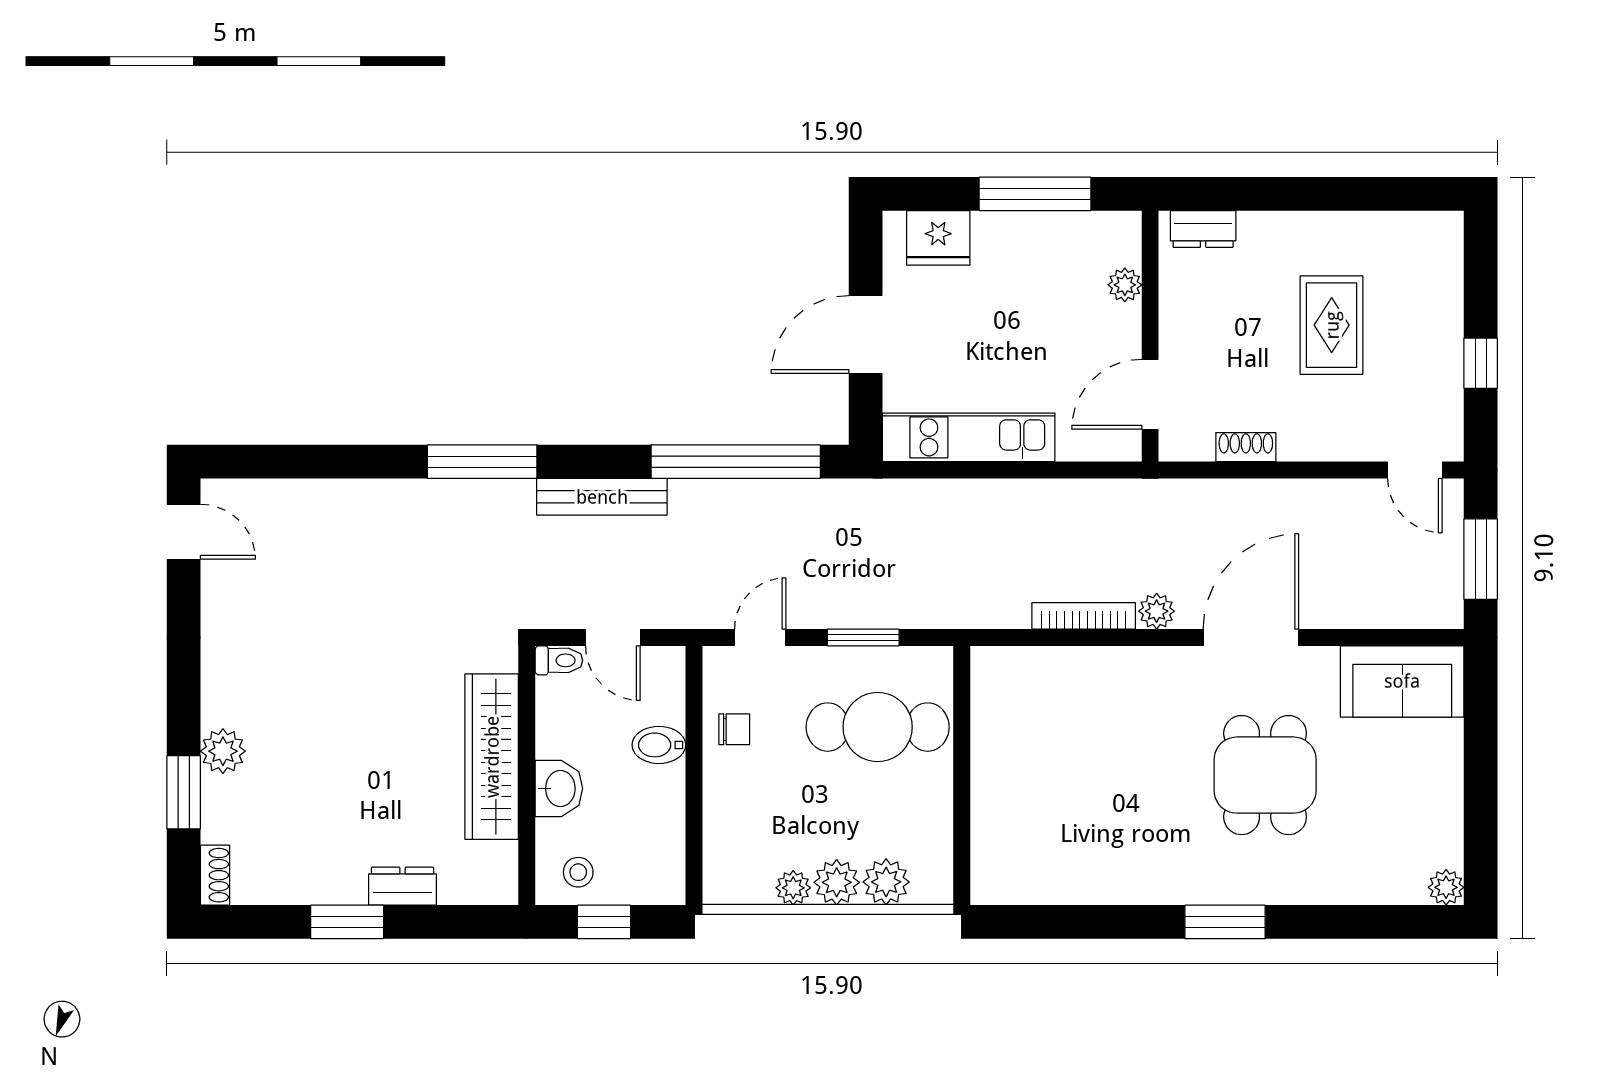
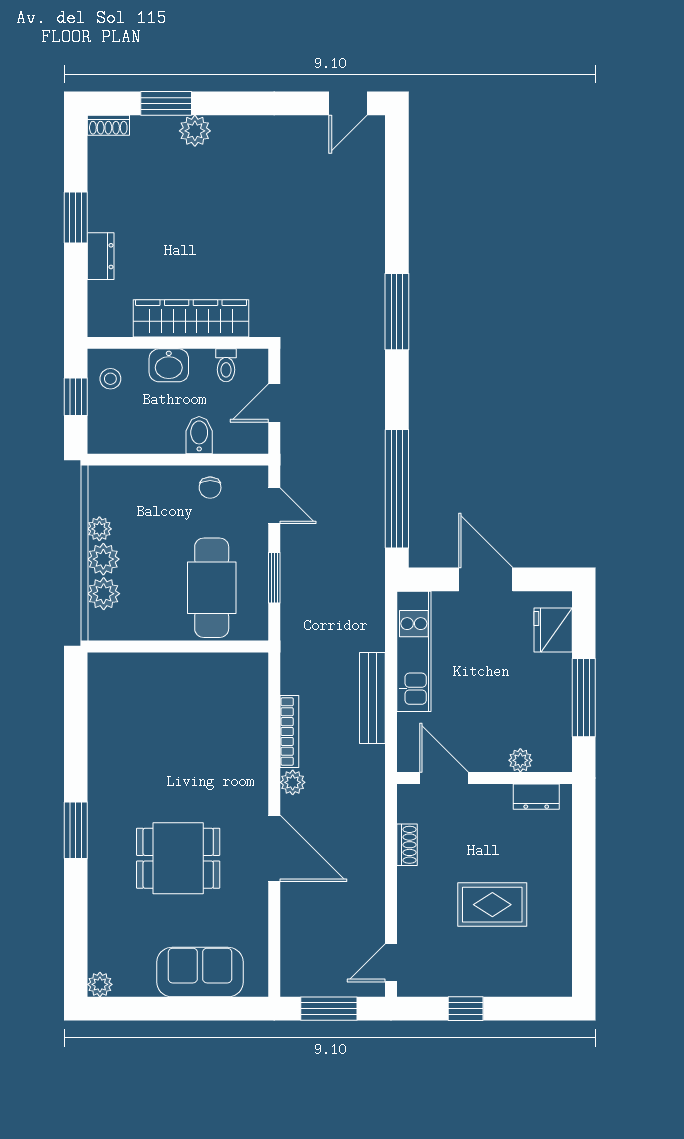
dresser: (1203, 229) -> (536, 797), moved, turned -90
bench: (602, 497) -> (372, 698), moved
toilet: (559, 660) -> (226, 365), moved
sofa: (1402, 681) -> (200, 972), moved, turned 90

